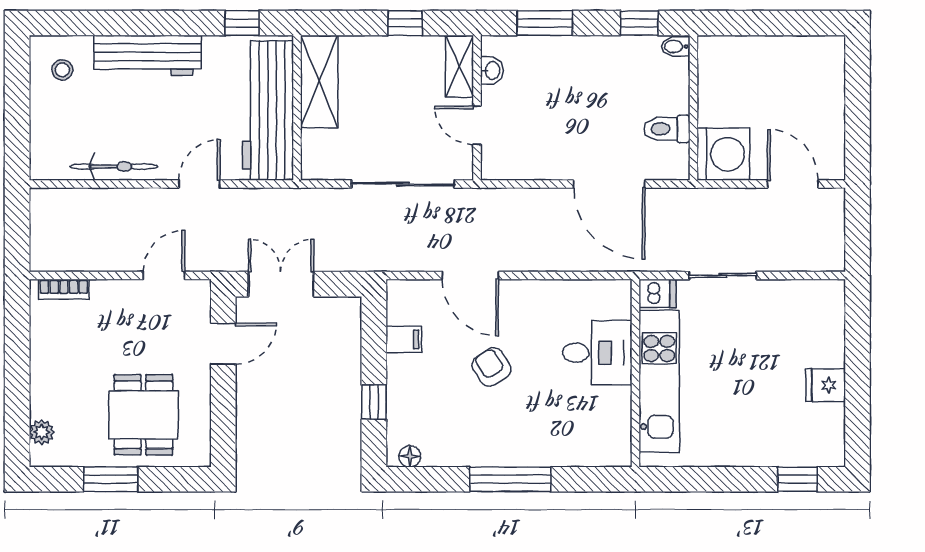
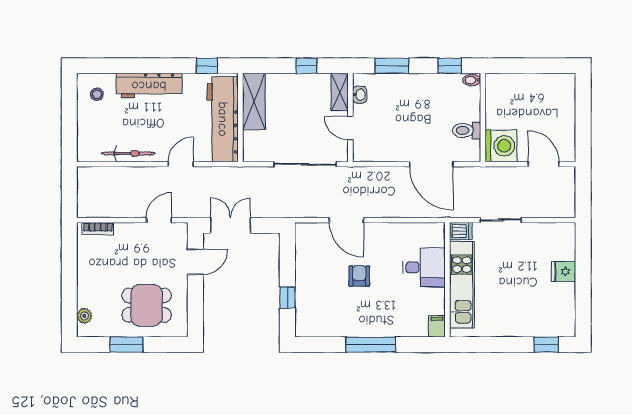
filing cabinet: (404, 339) -> (437, 326), moved, turned -90
armchair: (491, 367) -> (359, 276), turned 32
fridge: (826, 385) -> (564, 272), moved
dining table: (143, 415) -> (147, 305), turned 90
floor lamp: (410, 456) -> (309, 331), removed

